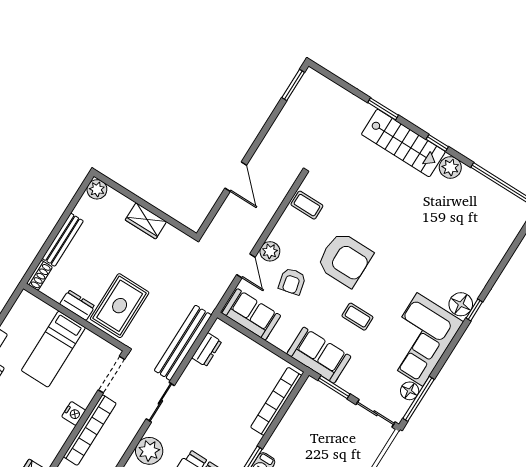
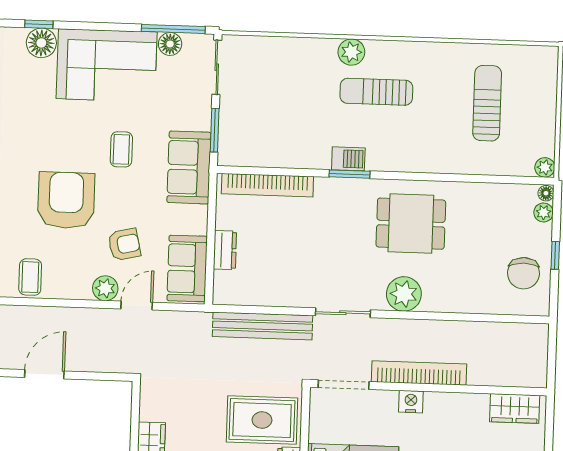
dresser: (207, 350) -> (225, 250), moved, turned 90

